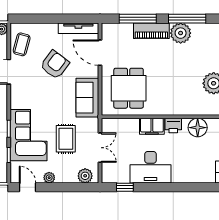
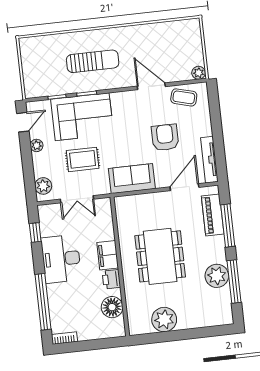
piano: (151, 31) -> (213, 215), moved
armchair: (55, 65) -> (165, 137), turned -127
dining table: (129, 88) -> (160, 256), moved, width x1.37
window: (186, 187) -> (43, 302), added

